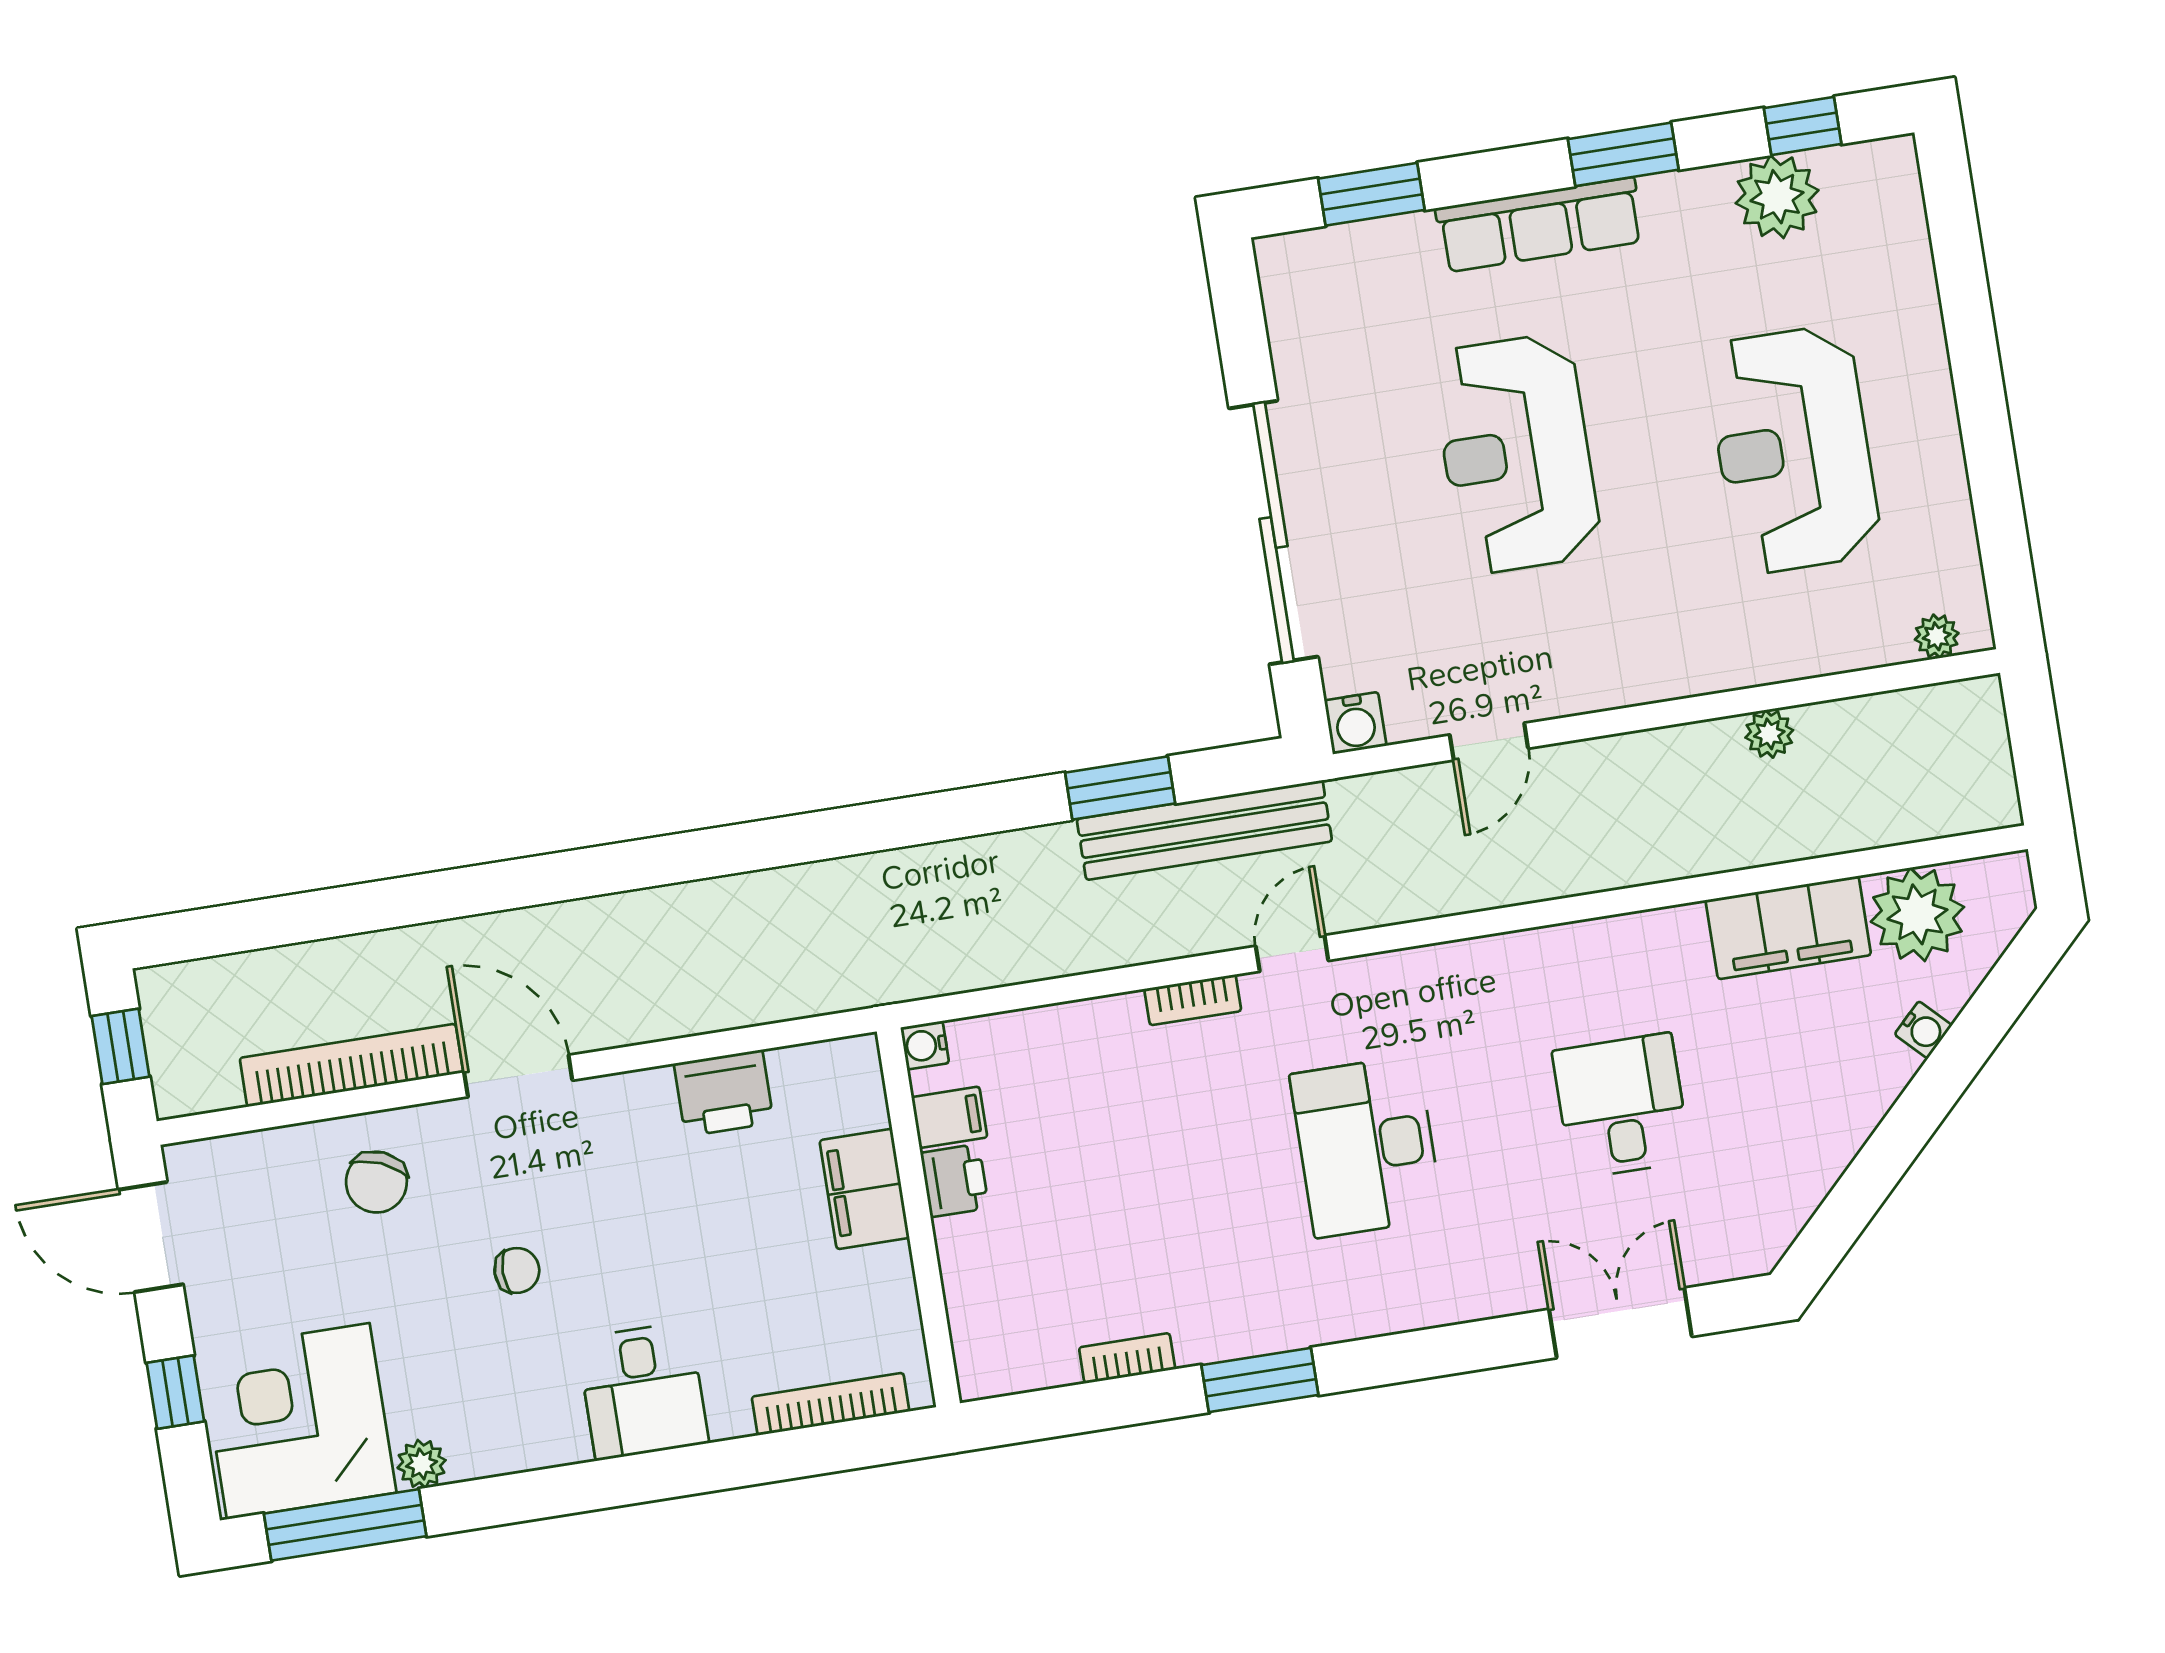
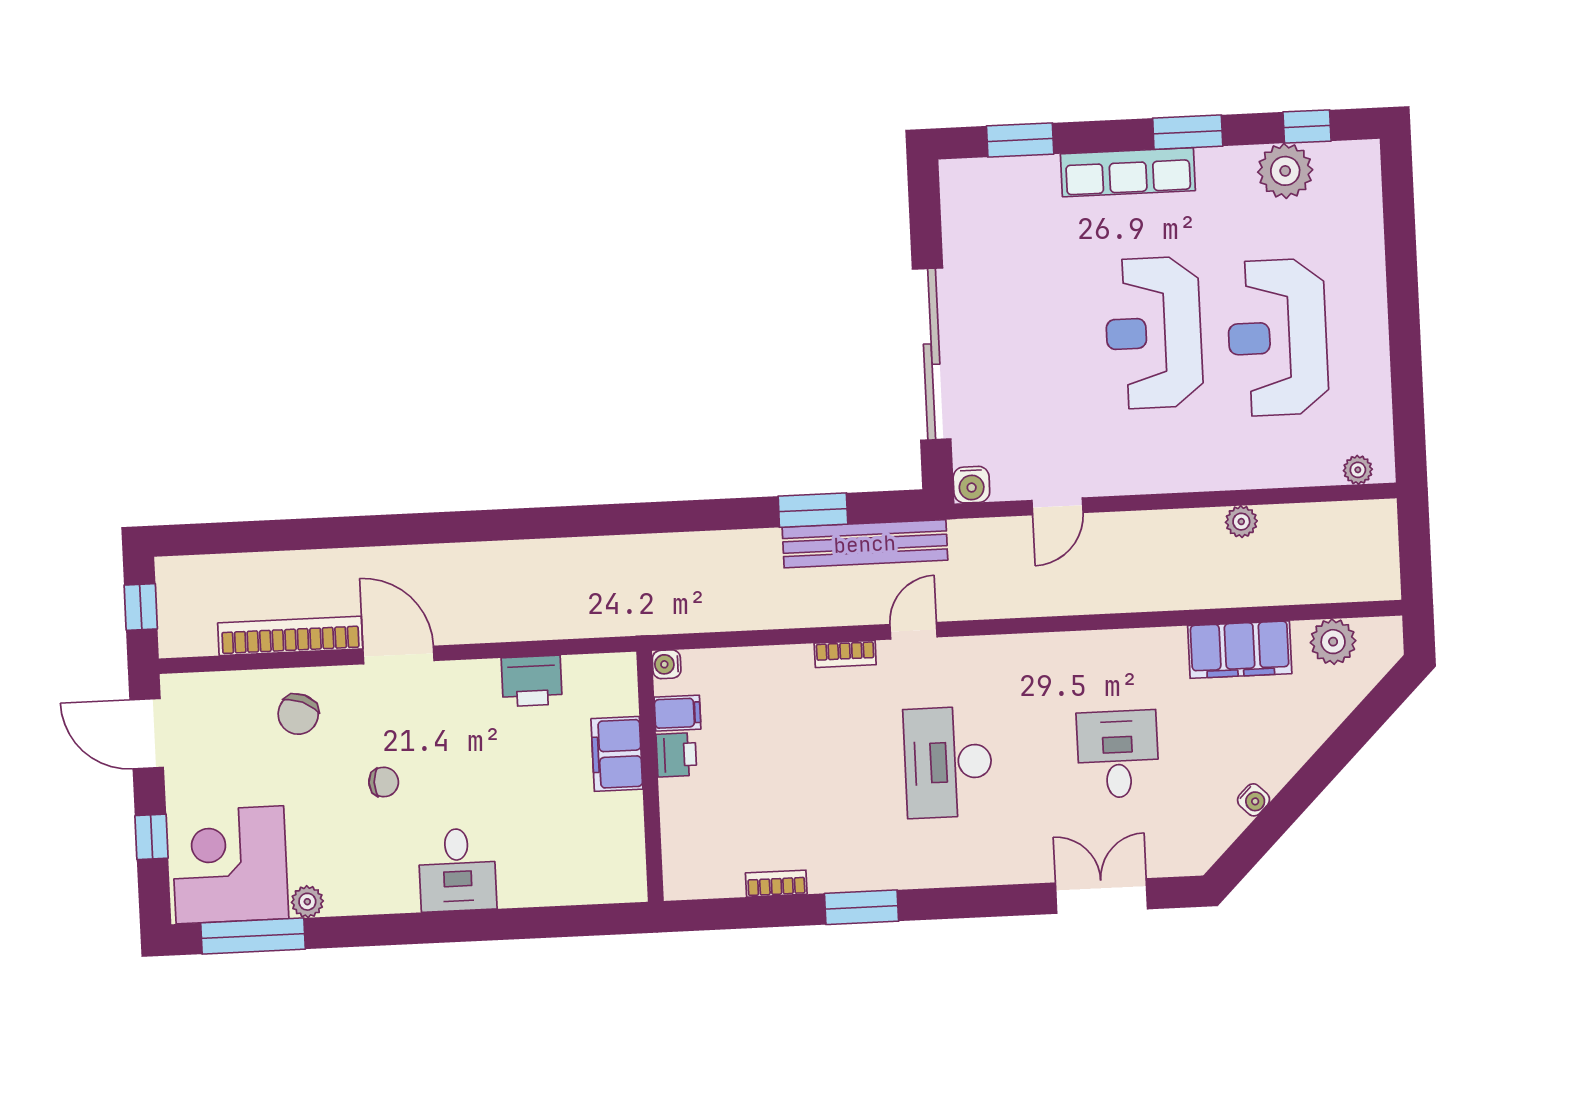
reception desk: (1516, 454) -> (1154, 333), moved
plant: (1917, 914) -> (1333, 642), width x0.73, depth x0.73
water cooler: (1923, 1030) -> (1254, 800), moved
bookcase: (830, 1404) -> (579, 892), removed

